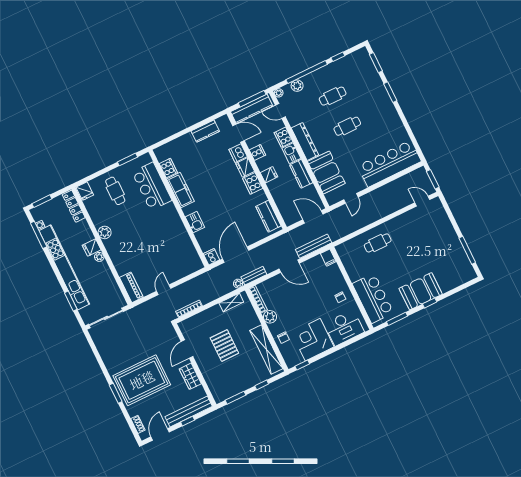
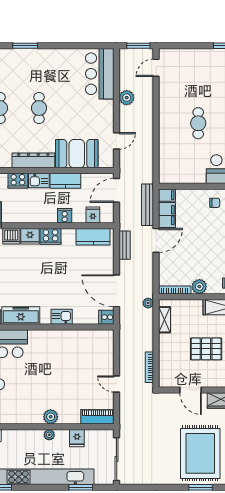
cooker: (257, 152) -> (65, 216), moved
bar counter: (389, 164) -> (100, 74), width x0.73
fridge: (269, 175) -> (93, 215), moved
plant: (388, 190) -> (127, 98), added
door: (351, 198) -> (117, 141), hinge flipped
plant: (105, 232) -> (51, 417), moved
cafe table: (378, 243) -> (198, 123), moved
fridge: (92, 248) -> (77, 438), moved
filing cabinet: (313, 265) -> (167, 215), added
bench: (254, 276) -> (125, 245), moved

